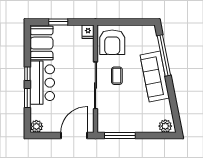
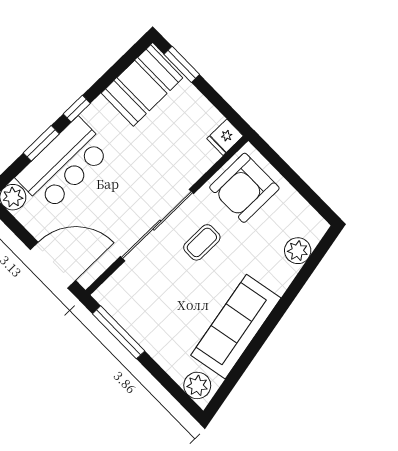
window: (58, 22) -> (182, 64), moved
plant: (152, 45) -> (298, 251), added
window: (164, 55) -> (299, 282), removed
sofa: (155, 77) -> (236, 327), moved
bar counter: (42, 83) -> (64, 164), moved

